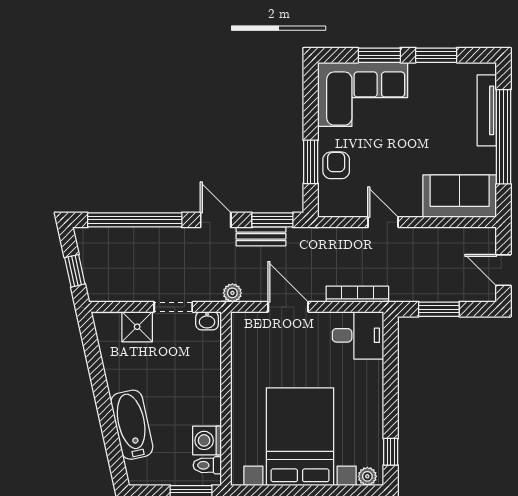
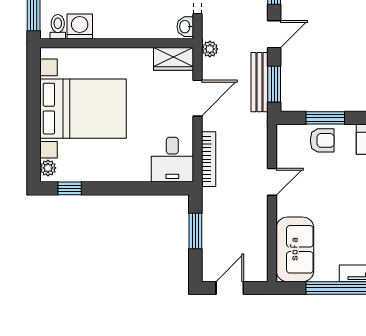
bench: (261, 236) -> (260, 82), width x1.36
wardrobe: (244, 334) -> (173, 59), added

